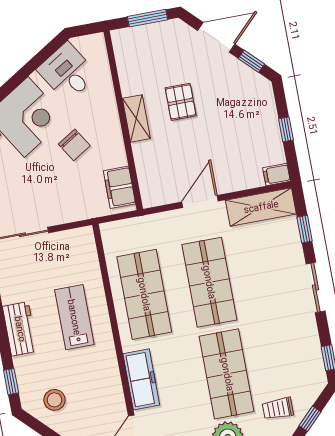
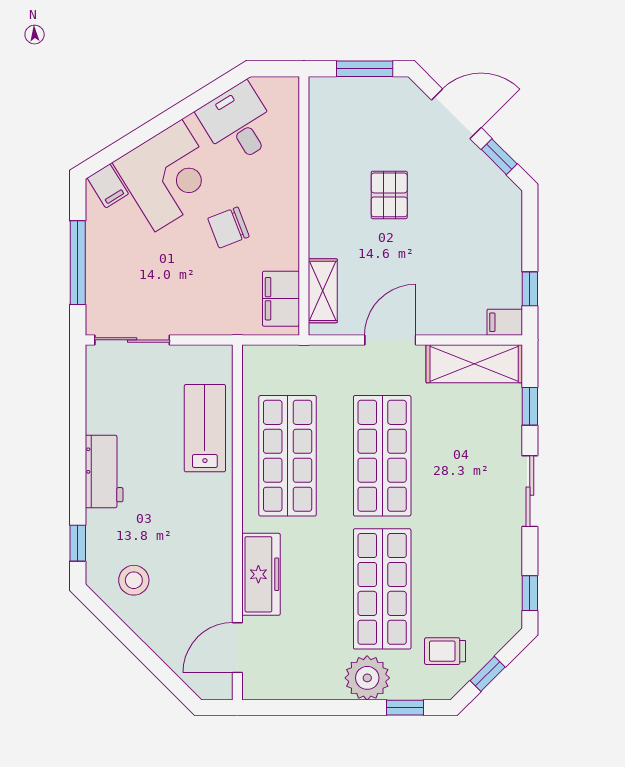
shelving: (136, 118) -> (323, 291), moved
window: (286, 129) -> (530, 289), moved
chair: (74, 145) -> (229, 227), turned 101
lab bench: (74, 317) -> (205, 428), moved

